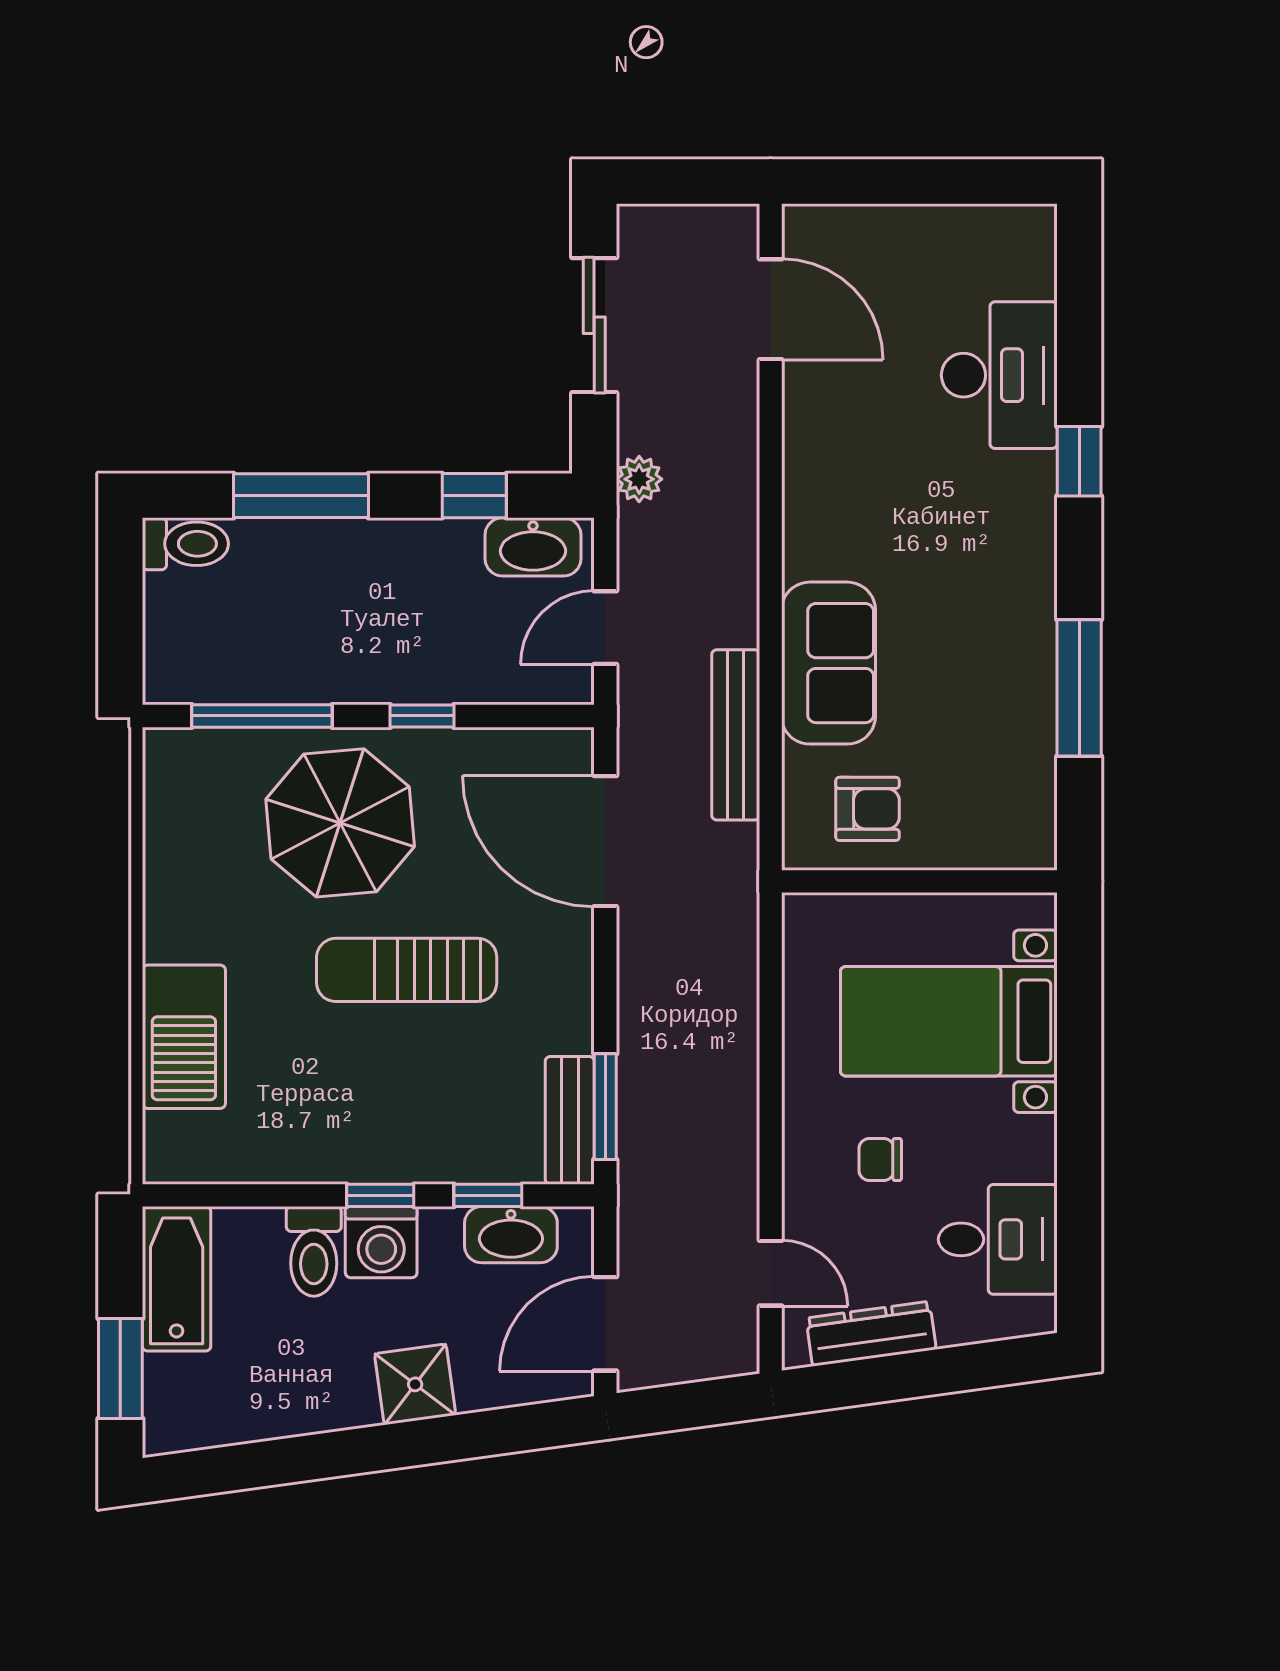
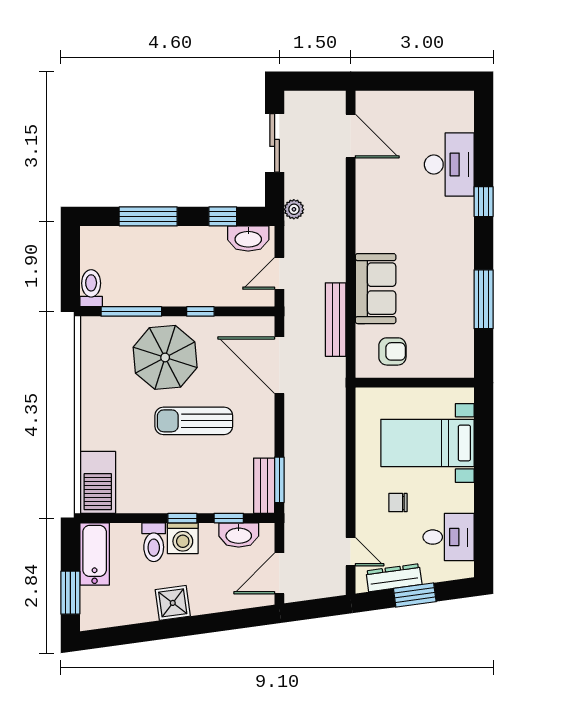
toilet: (185, 544) -> (91, 288), moved, turned -90
barbecue: (184, 1037) -> (98, 482), moved
window: (919, 1374) -> (415, 595), added
shower: (415, 1384) -> (173, 603), moved

